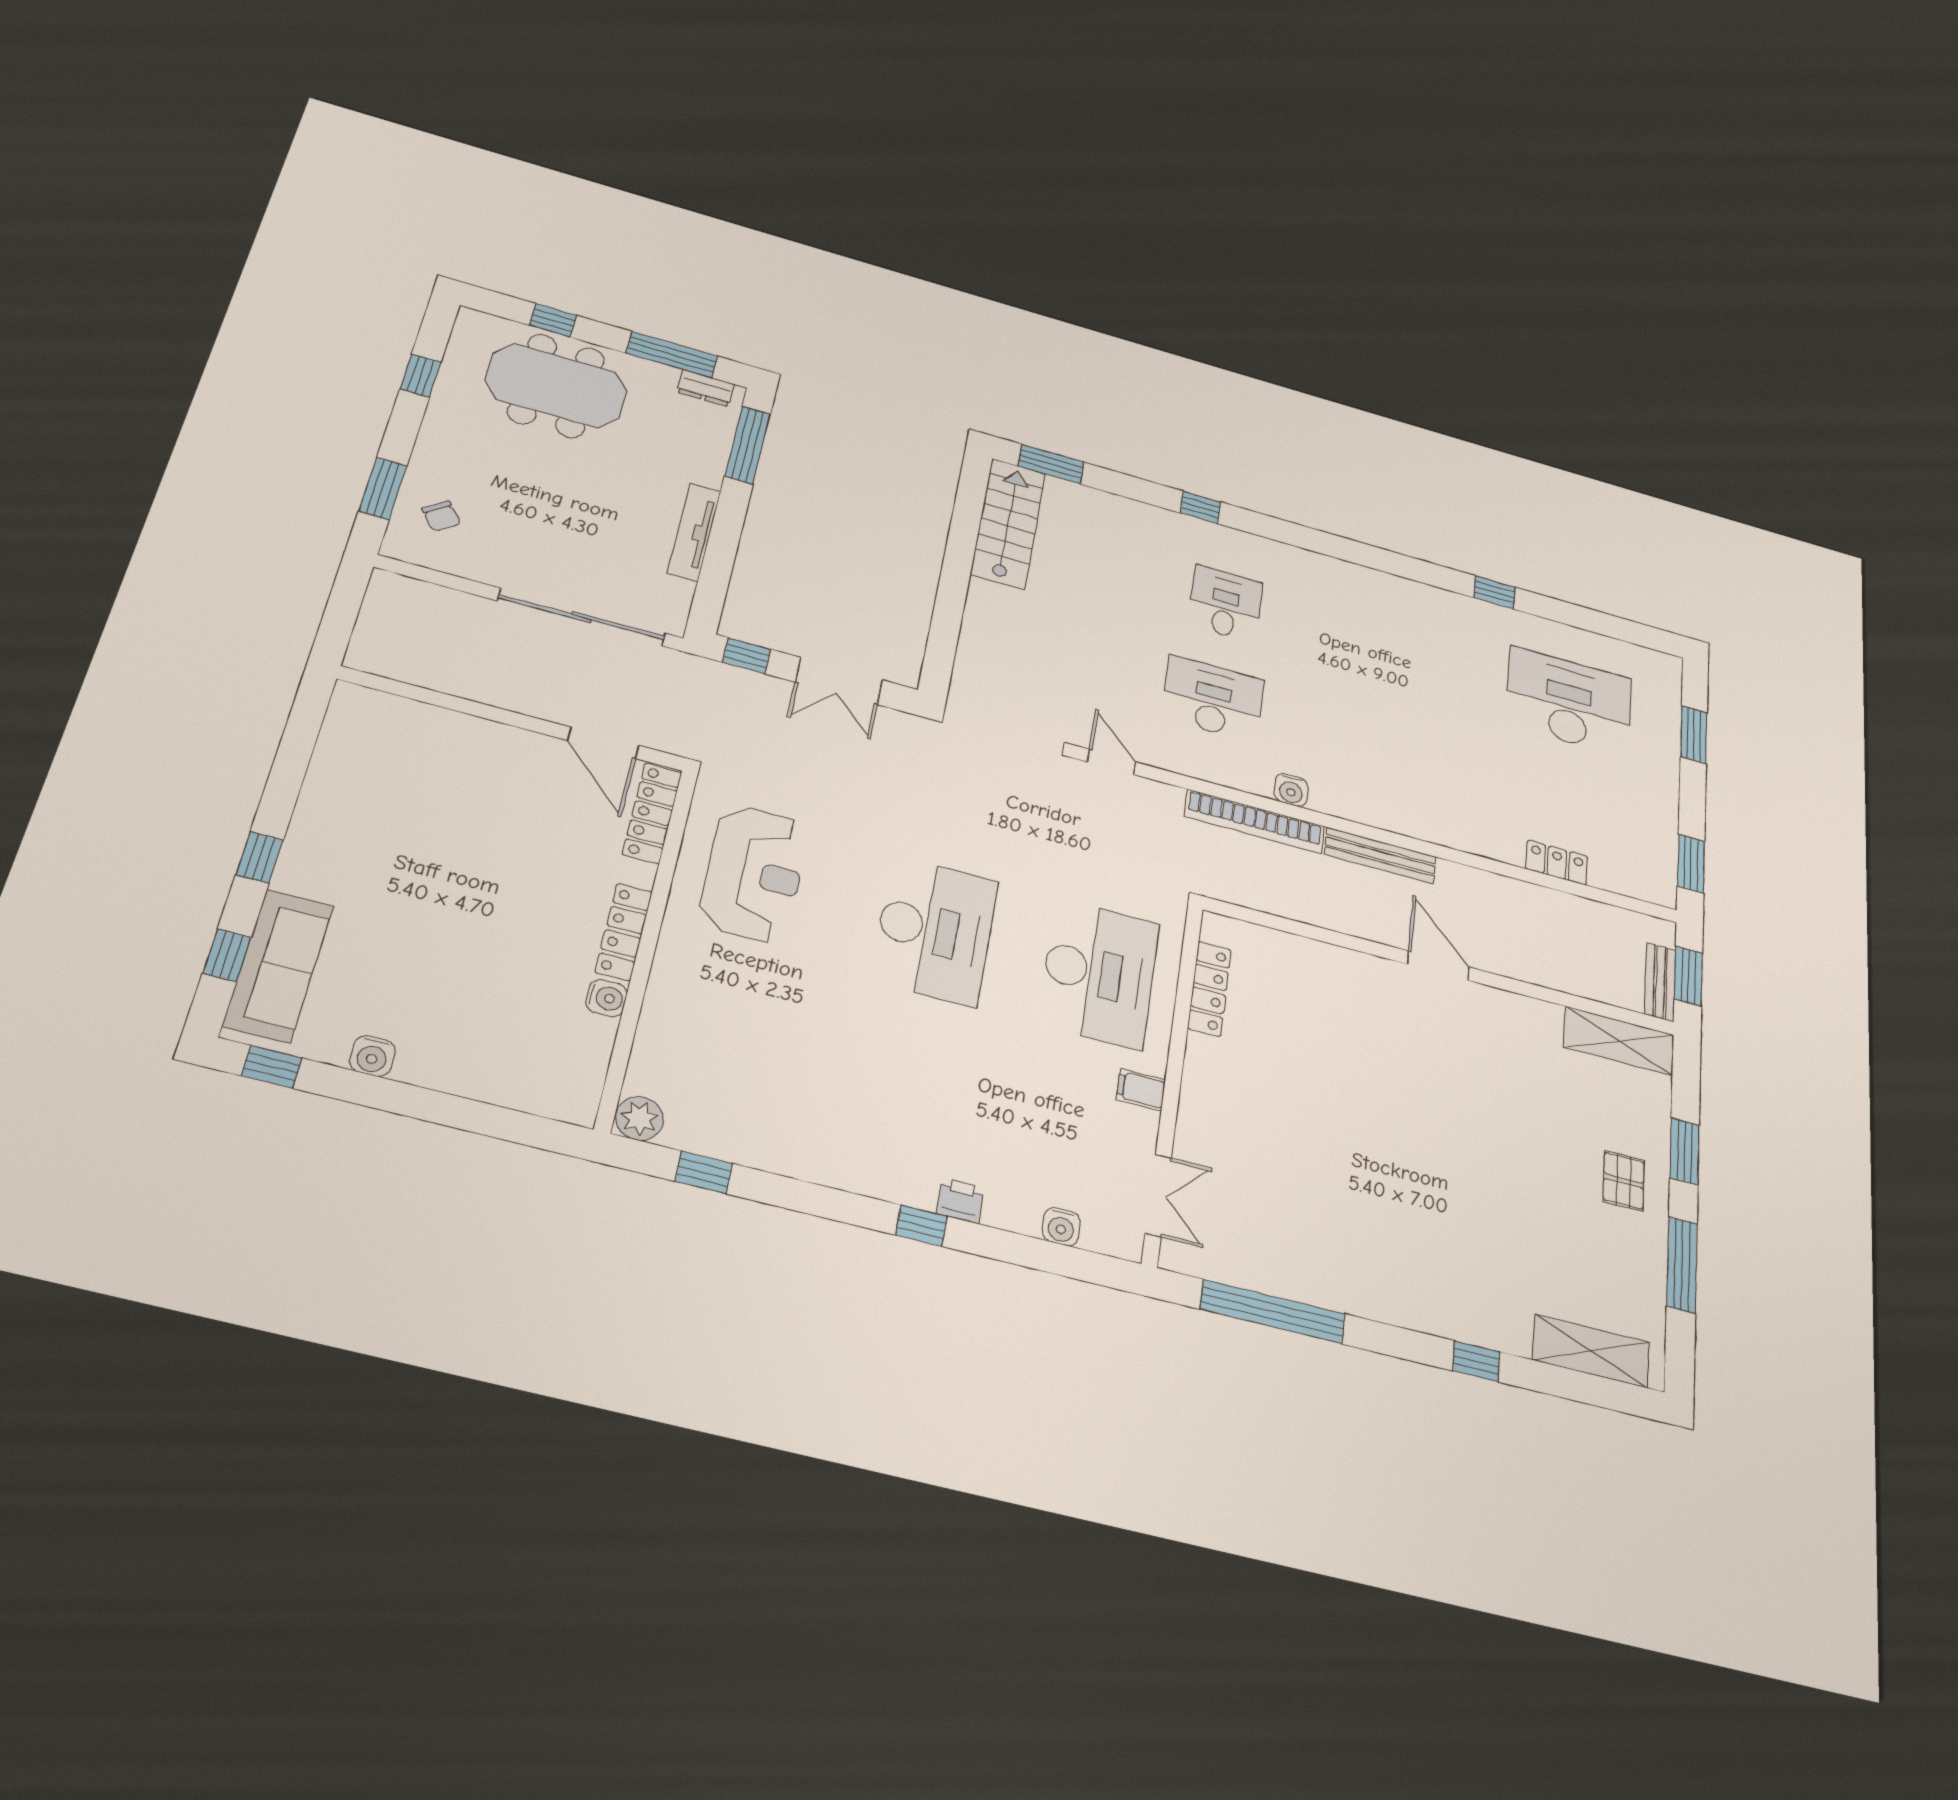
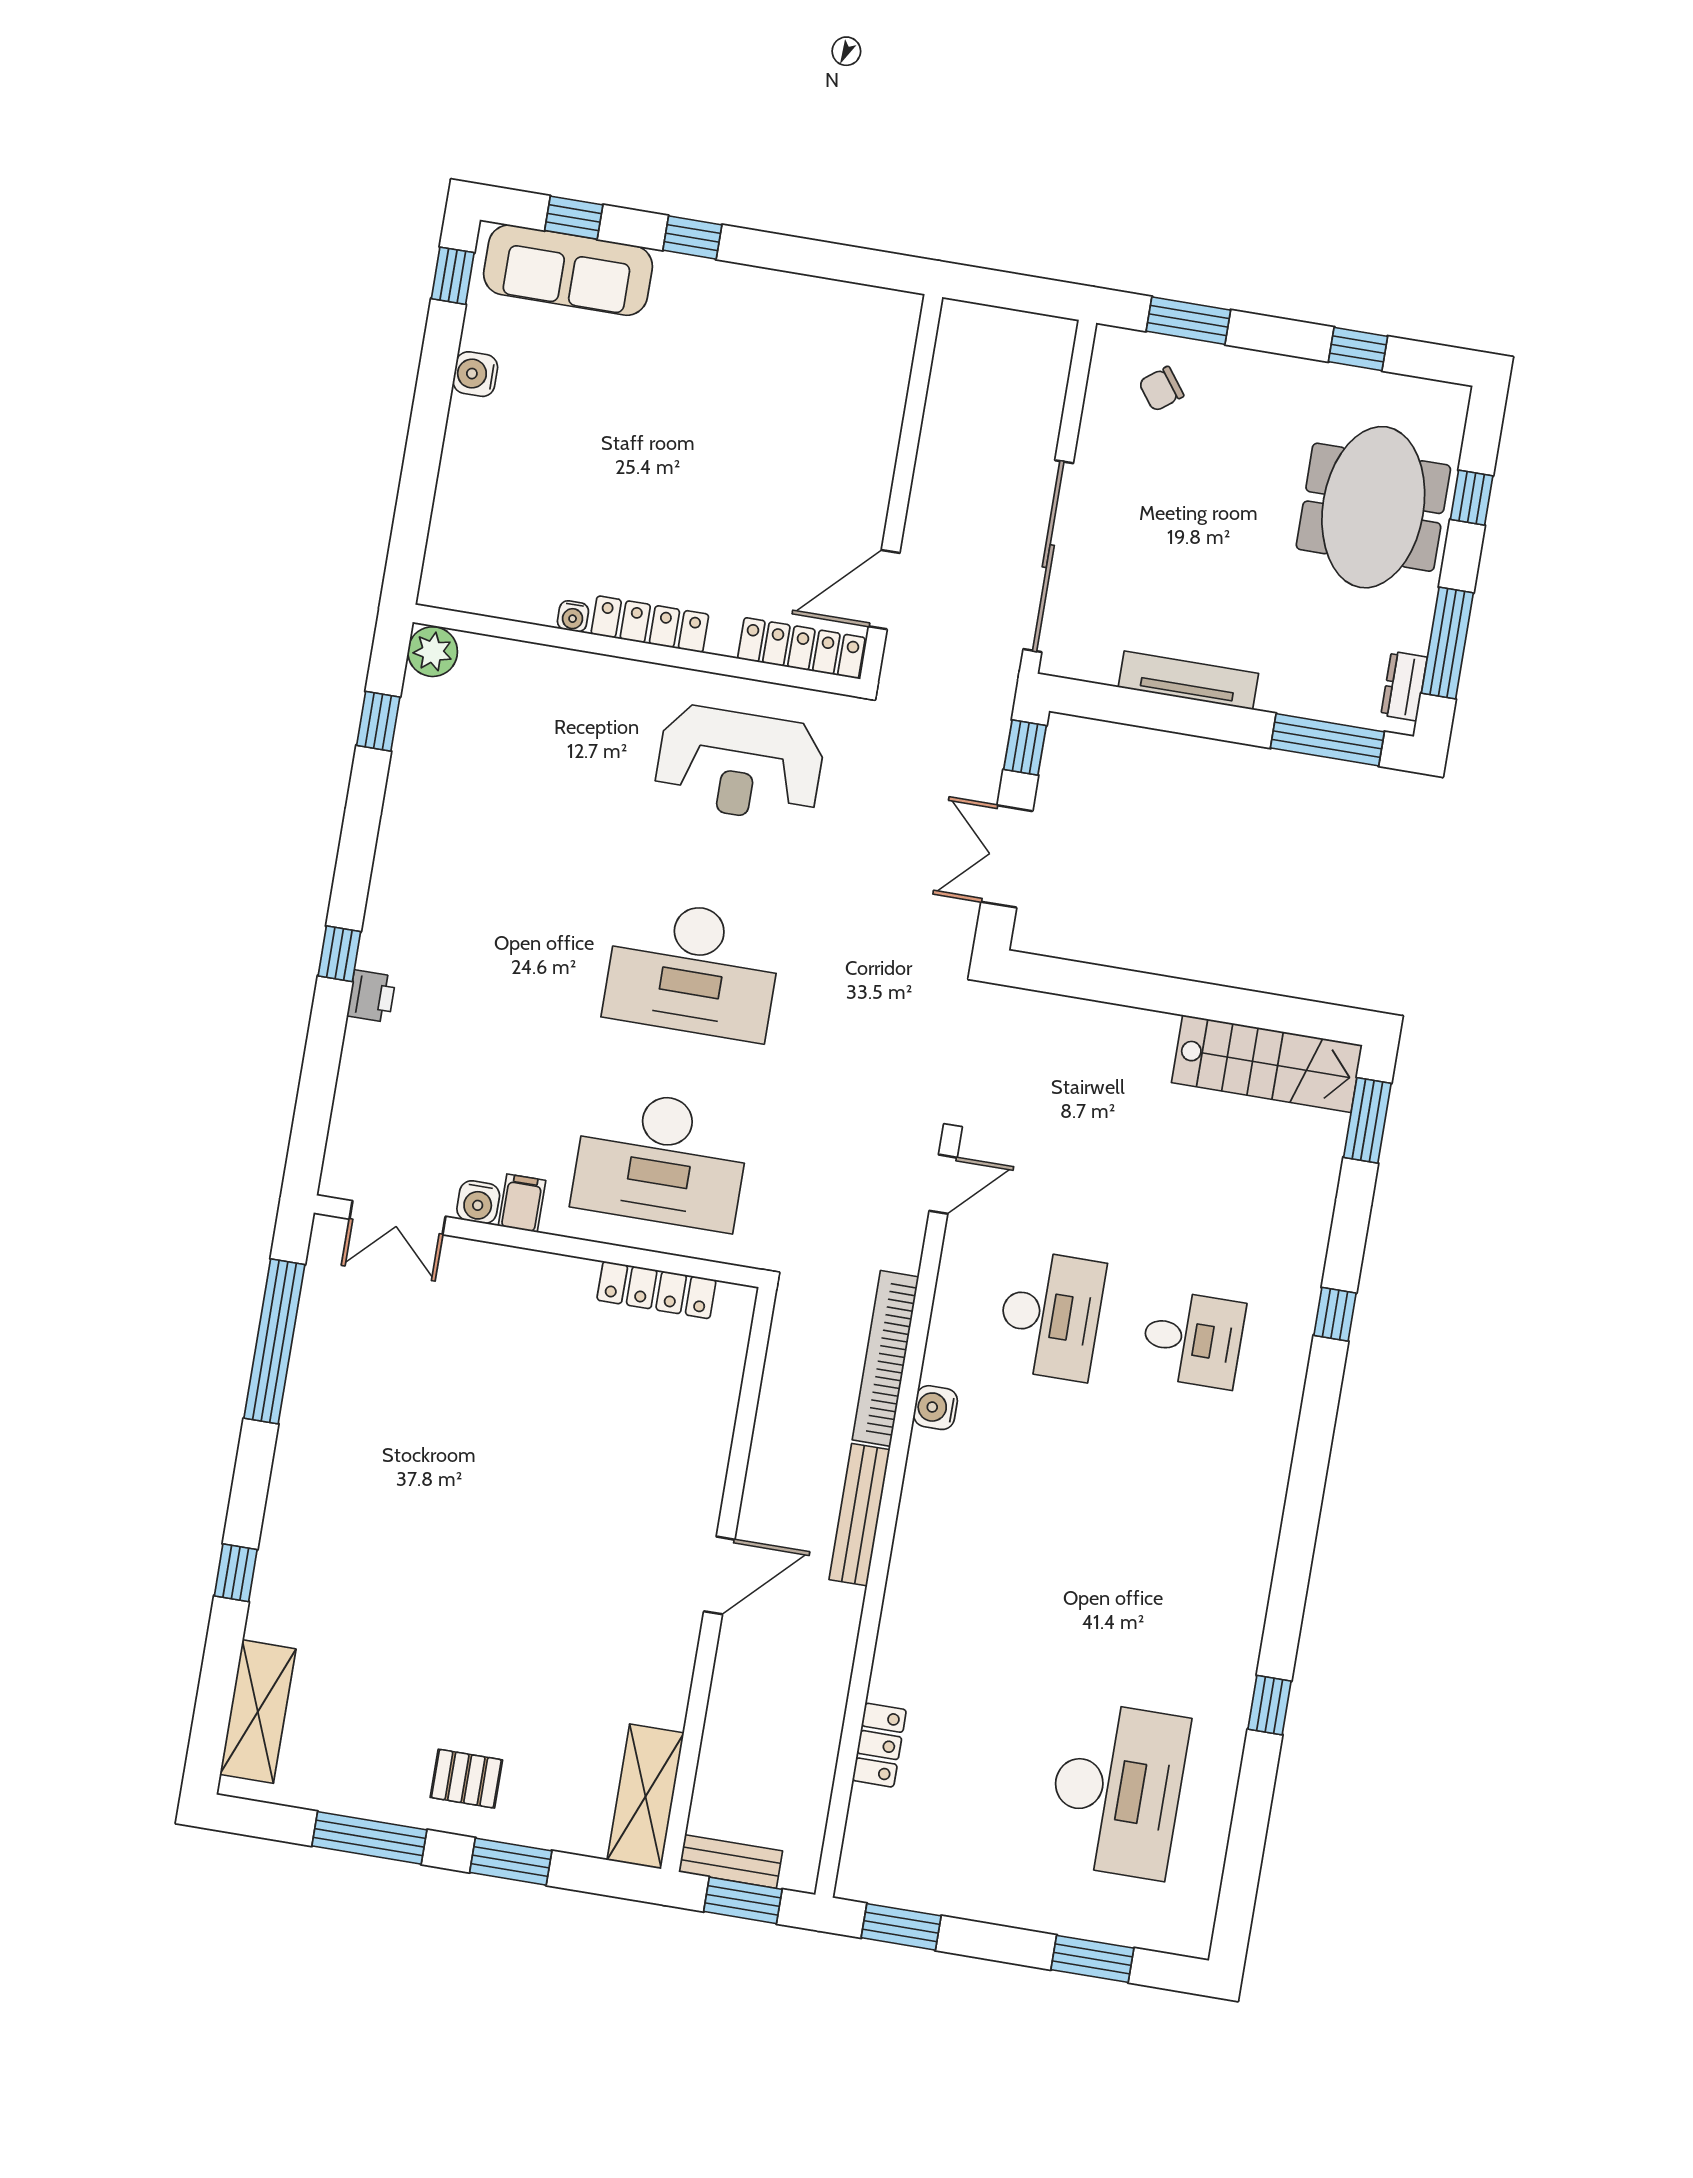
water cooler: (606, 998) -> (573, 616), width x0.72, depth x0.72
water cooler: (1061, 1227) -> (478, 1202), moved, turned -90

